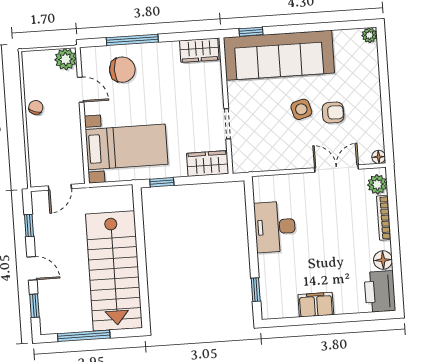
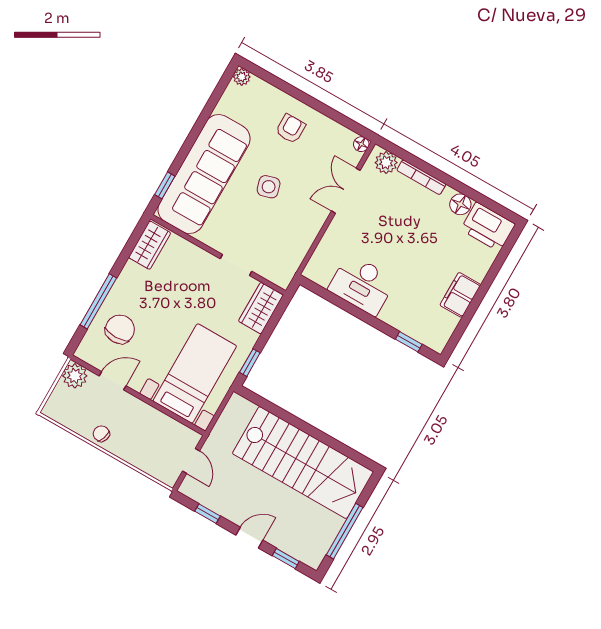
armchair: (333, 113) -> (291, 129), moved

